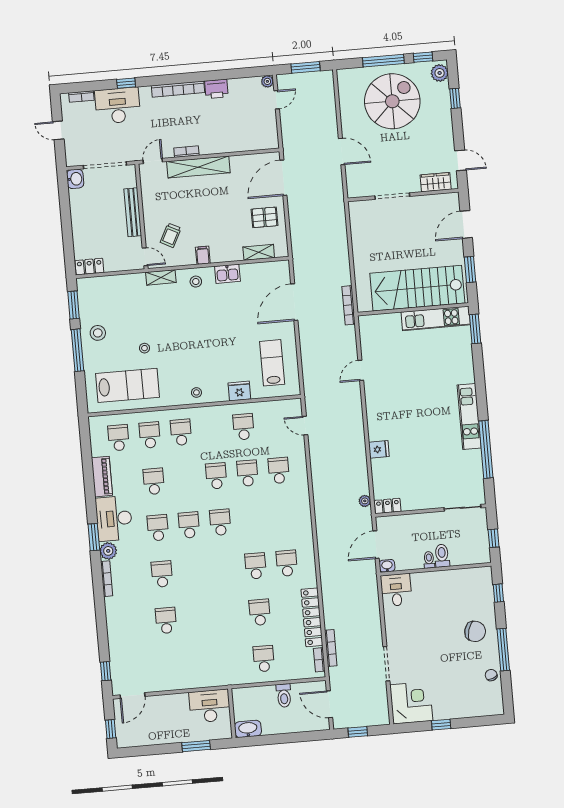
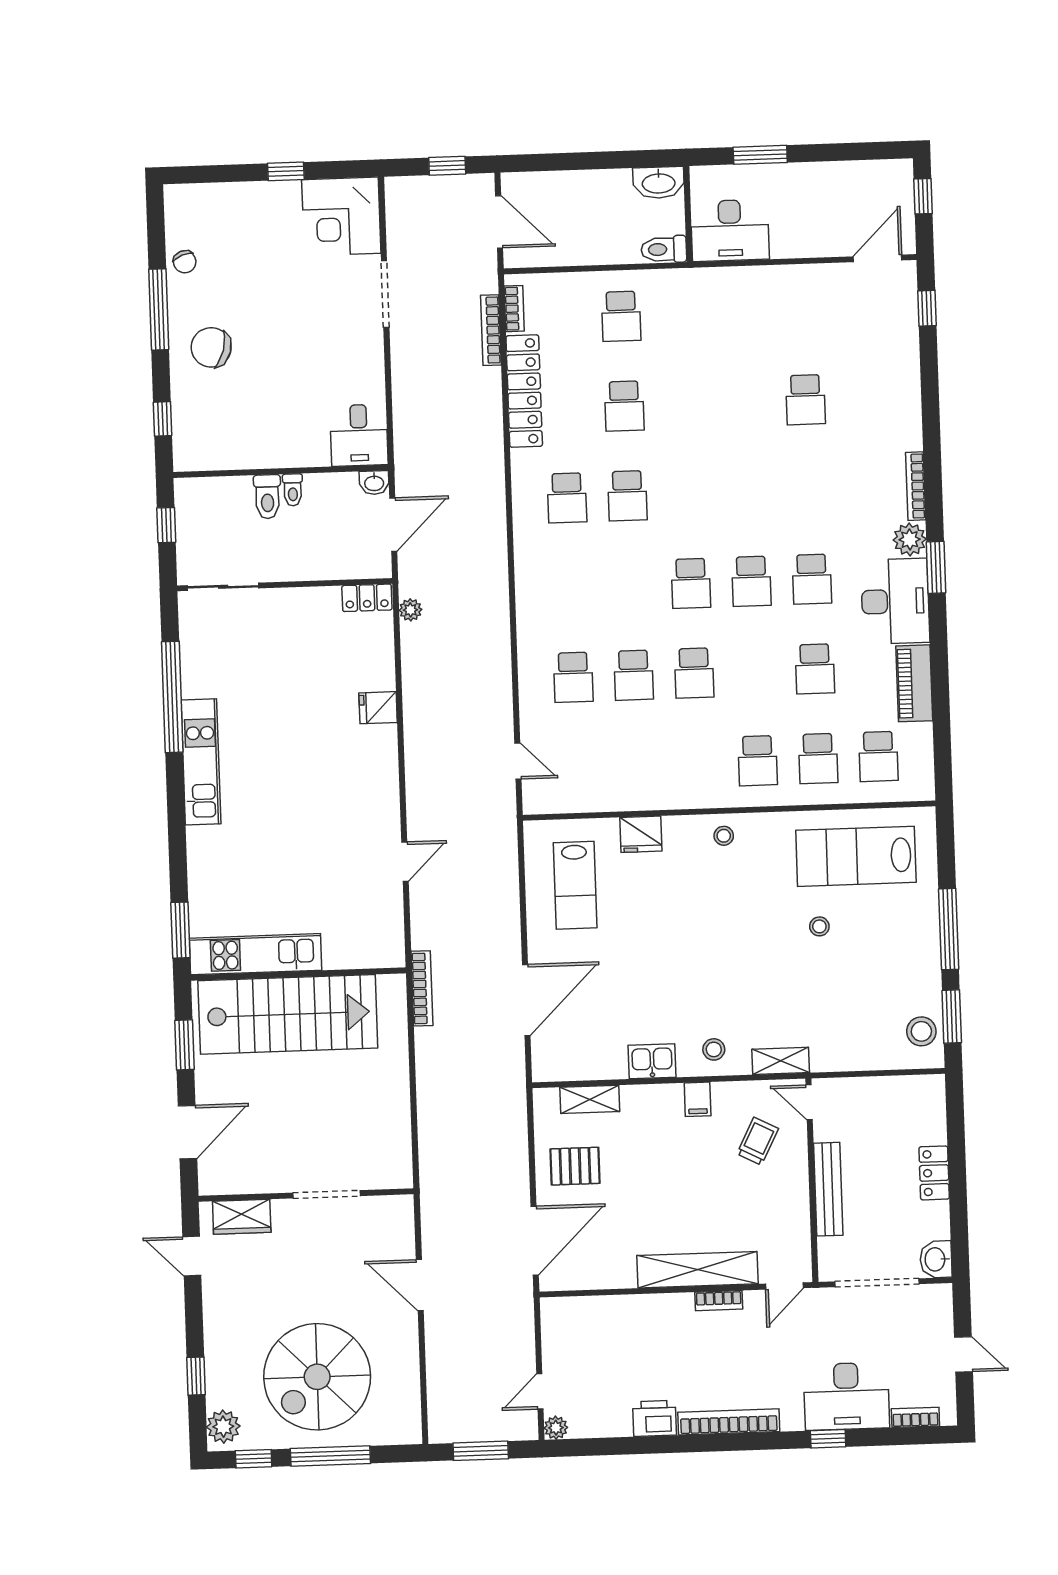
locker: (89, 267) -> (934, 1173), moved, turned 90
stool: (98, 333) -> (921, 1031), moved
school desk: (243, 427) -> (637, 765), removed
school desk: (162, 574) -> (809, 489), removed
toilet: (284, 696) -> (664, 249), moved, turned -90

